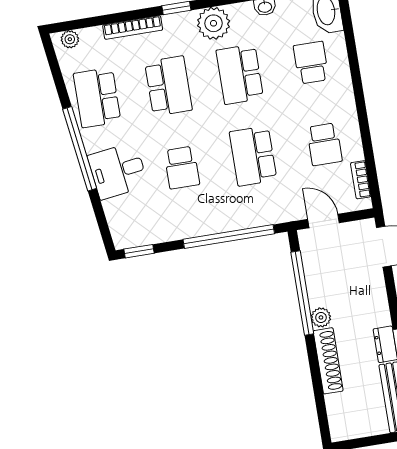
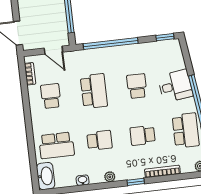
plant: (214, 23) -> (110, 177), width x0.53, depth x0.53
school desk: (311, 63) -> (57, 145), width x1.85
school desk: (240, 74) -> (100, 140), width x0.54
school desk: (168, 86) -> (143, 135), width x0.54

